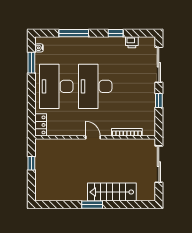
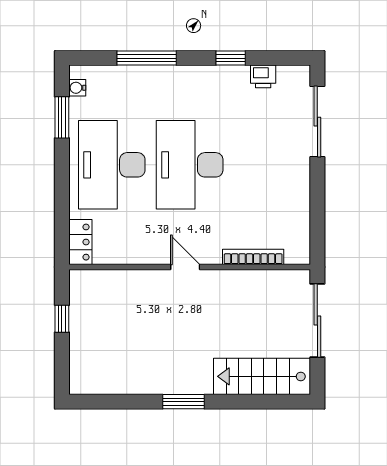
window: (159, 100) -> (317, 193), removed
stairs: (112, 192) -> (262, 376), moved

